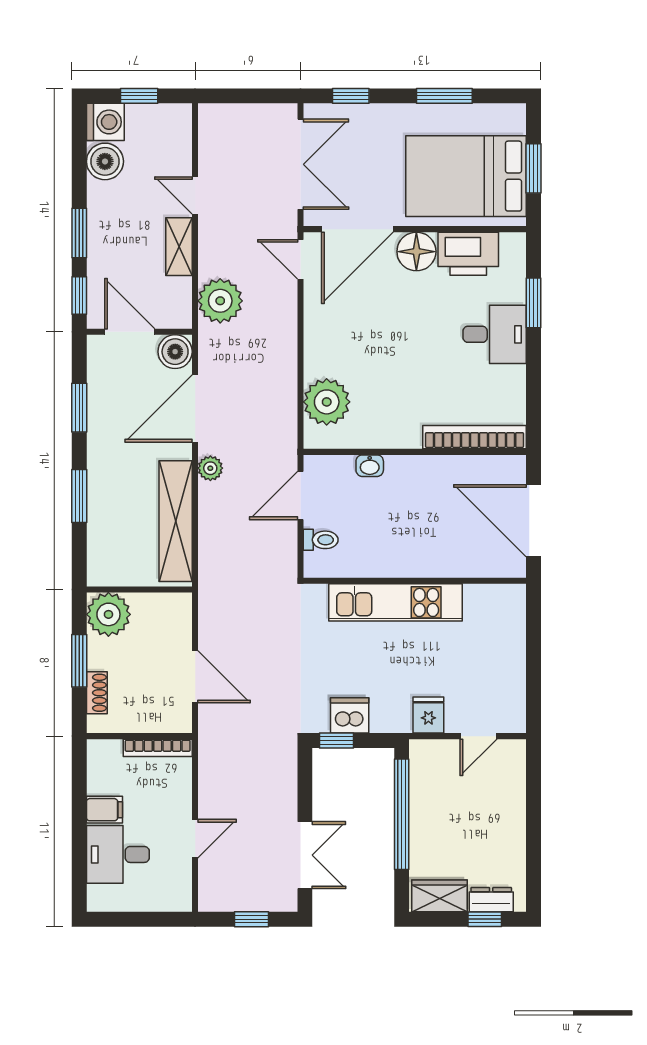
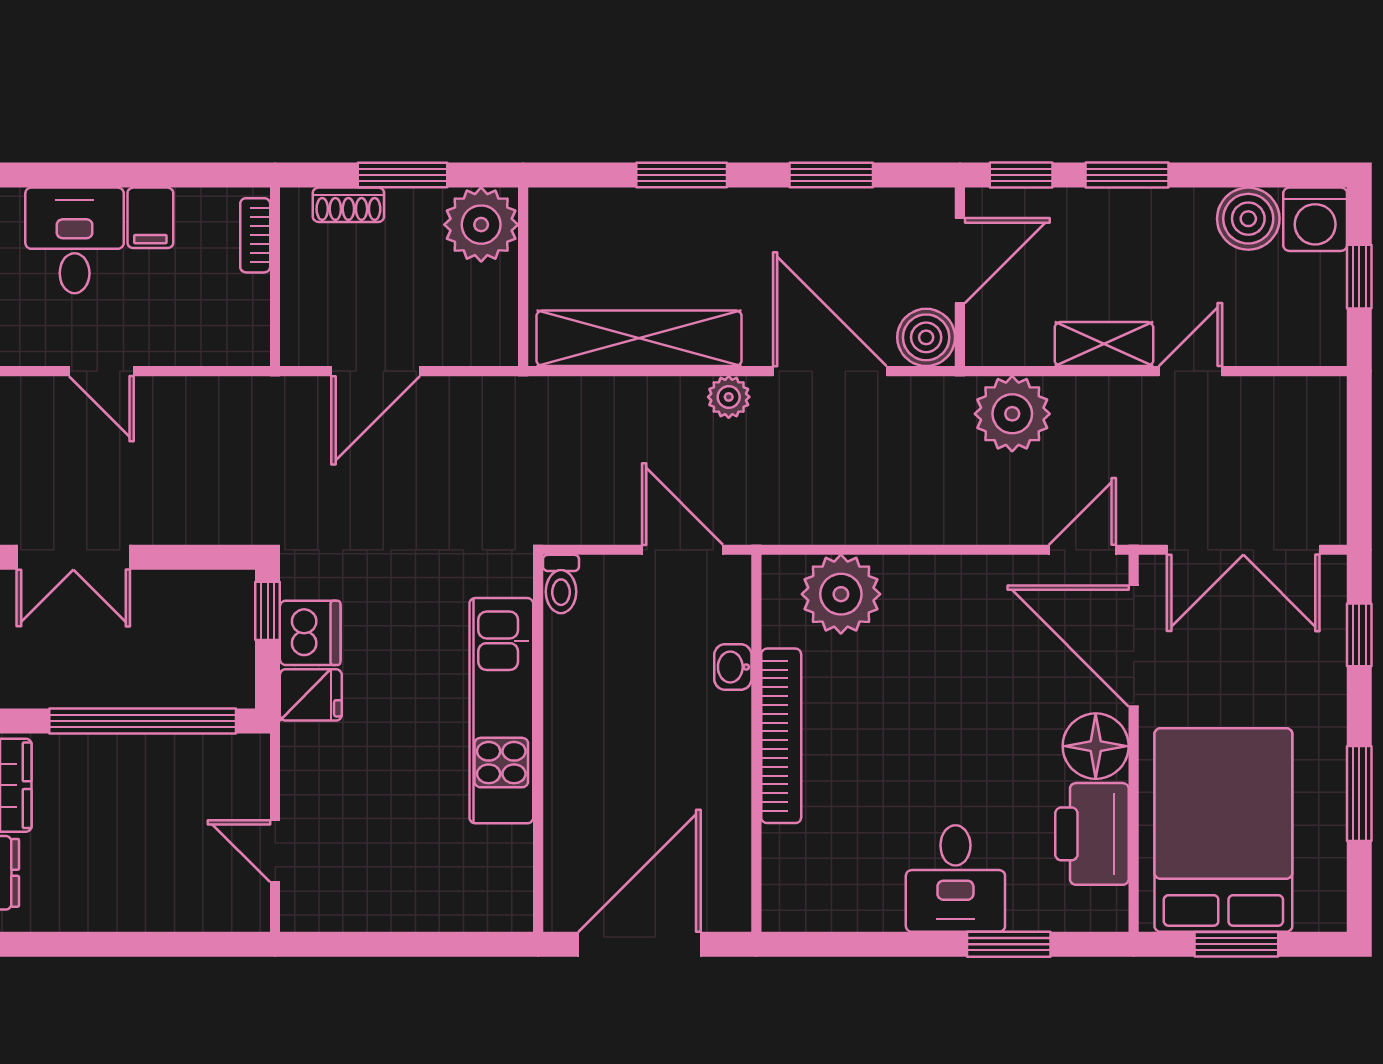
bookcase: (475, 437) -> (781, 736), moved
toilet: (321, 540) -> (561, 584), moved
fridge: (428, 715) -> (311, 695), moved
bookcase: (158, 748) -> (255, 235), moved, width x0.64

